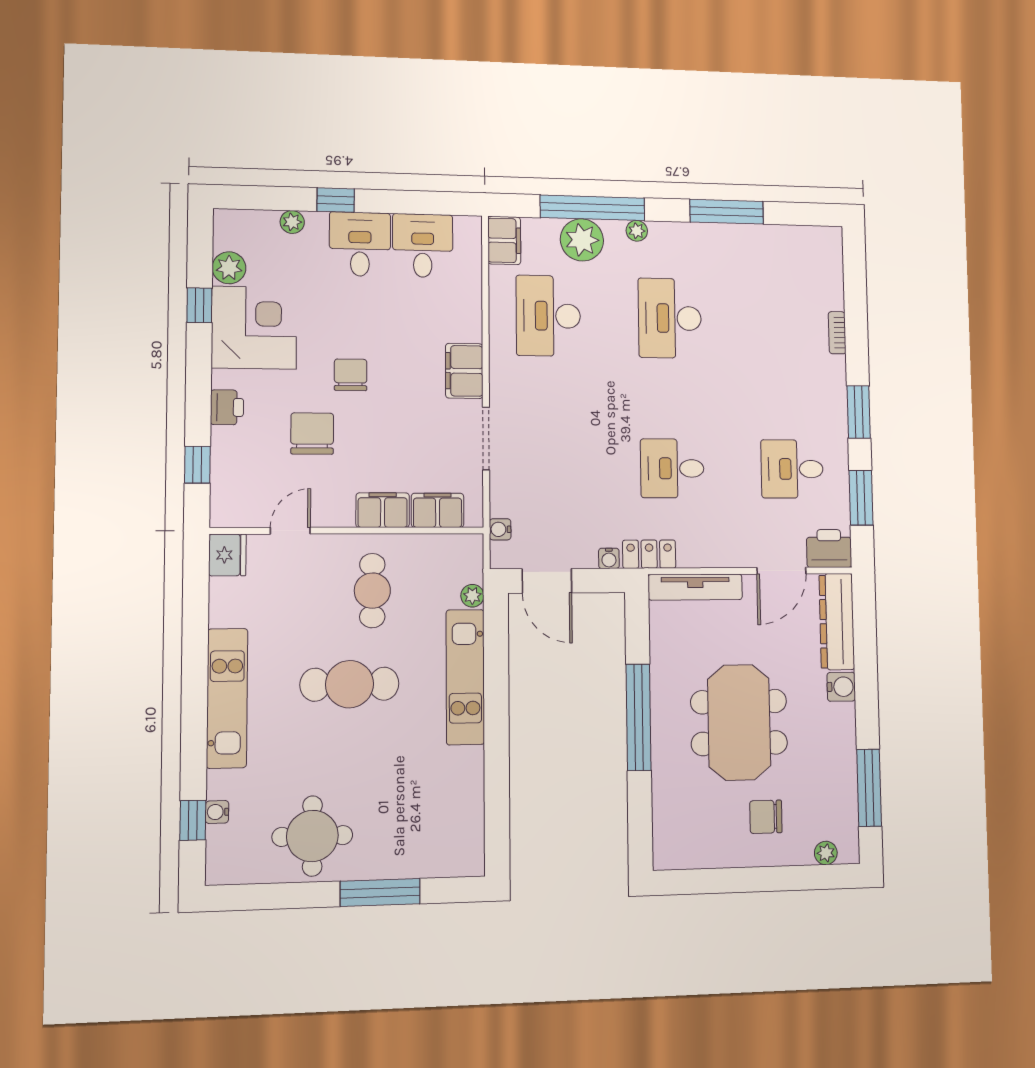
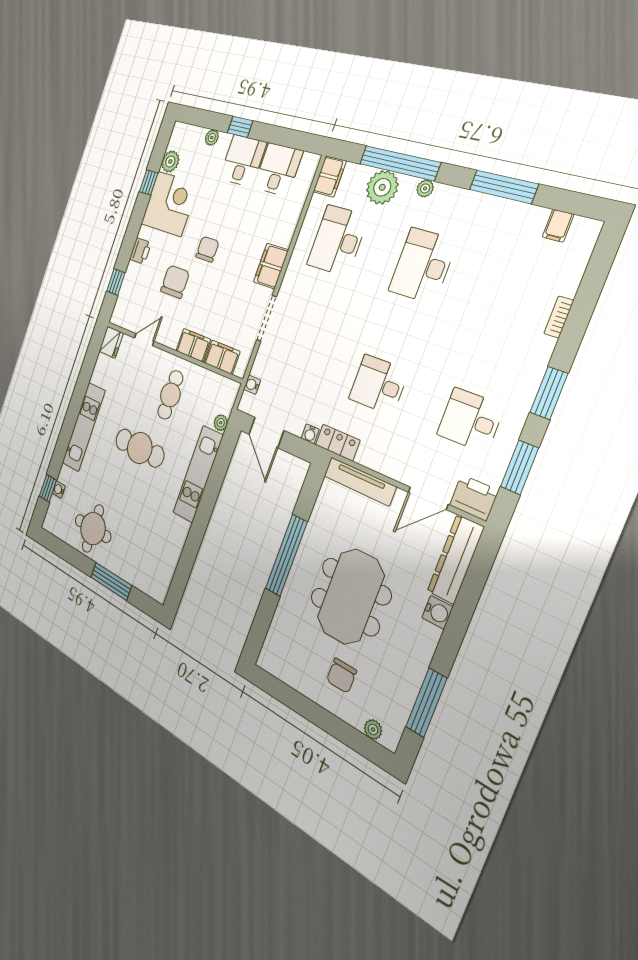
filing cabinet: (799, 241) -> (558, 226), added
chair: (766, 817) -> (341, 676), turned -90

